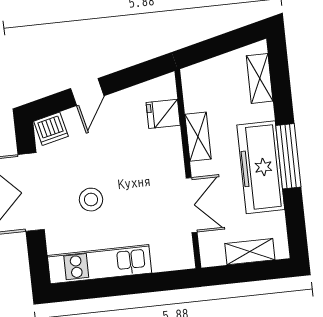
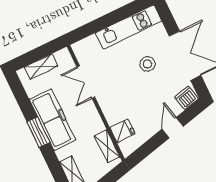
shelving: (198, 137) -> (107, 146), moved
window: (288, 156) -> (38, 132), width x0.69

